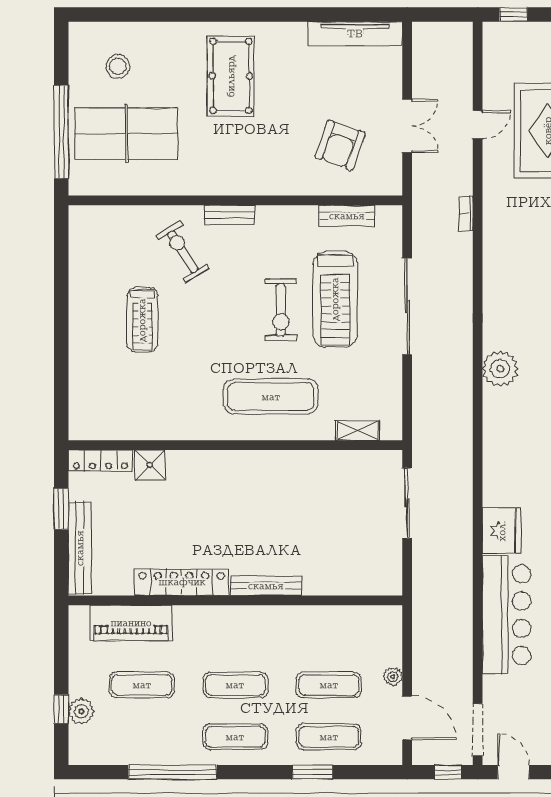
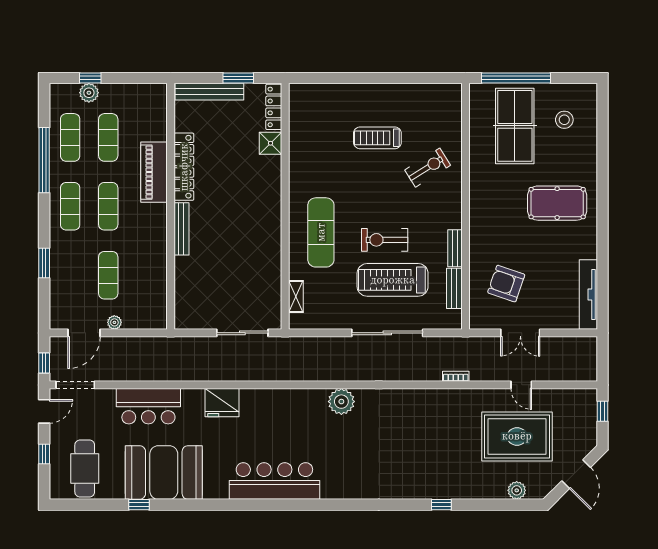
bench: (230, 215) -> (455, 248), moved
bar counter: (507, 615) -> (148, 406), width x0.73
piano: (131, 623) -> (154, 172), moved
exercise mat: (329, 737) -> (70, 137), moved

